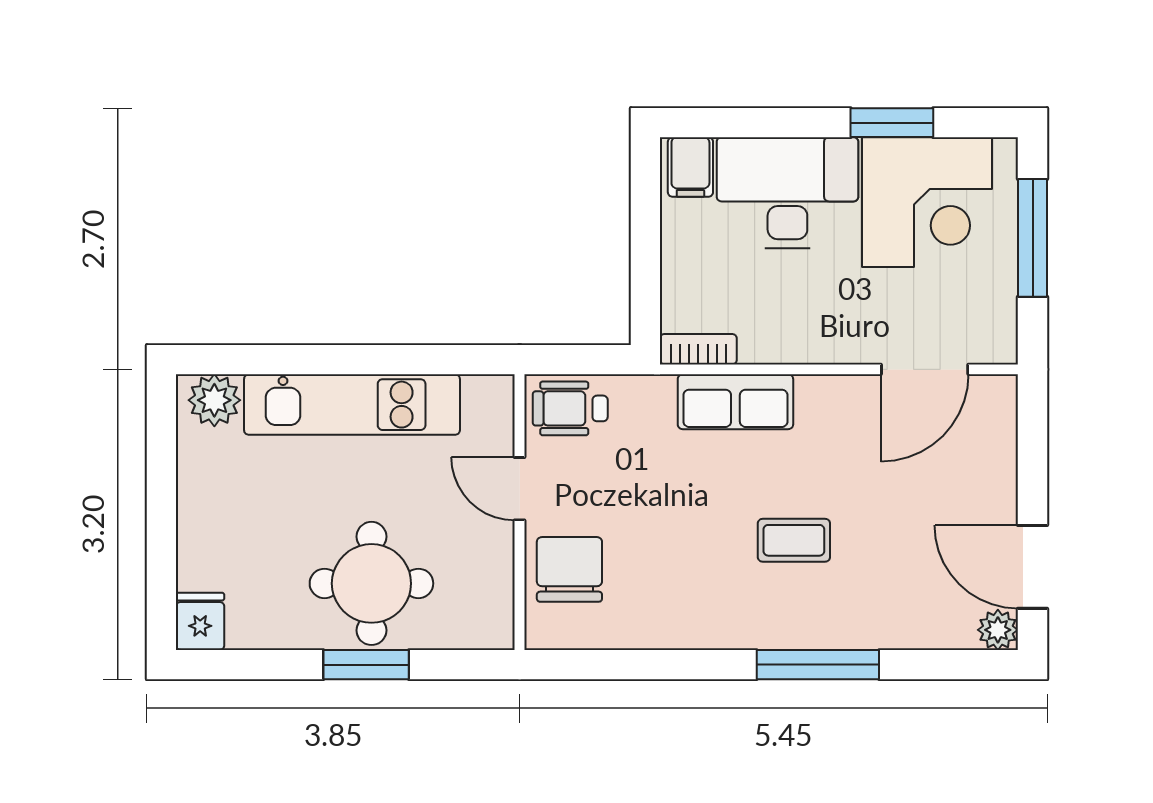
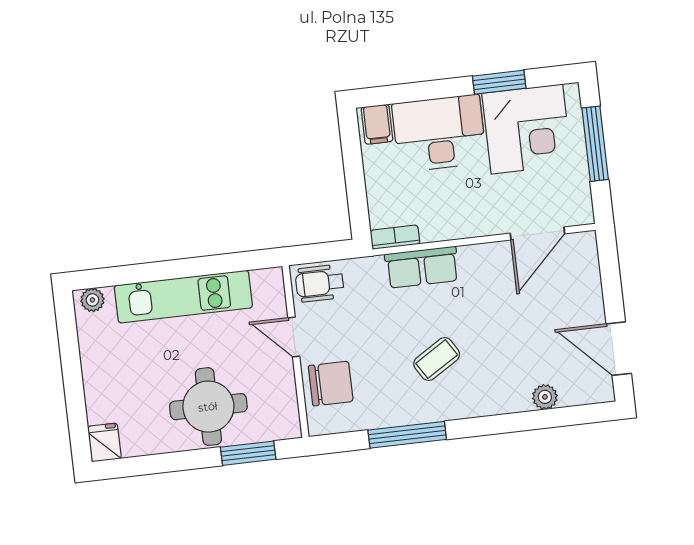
plant: (214, 400) -> (92, 300), width x0.73, depth x0.73
coffee table: (794, 540) -> (437, 359), moved, turned -32
chair: (569, 569) -> (331, 384), turned 90
plant: (998, 630) -> (545, 397), moved
window: (366, 665) -> (248, 453), moved
window: (818, 665) -> (407, 435), moved

